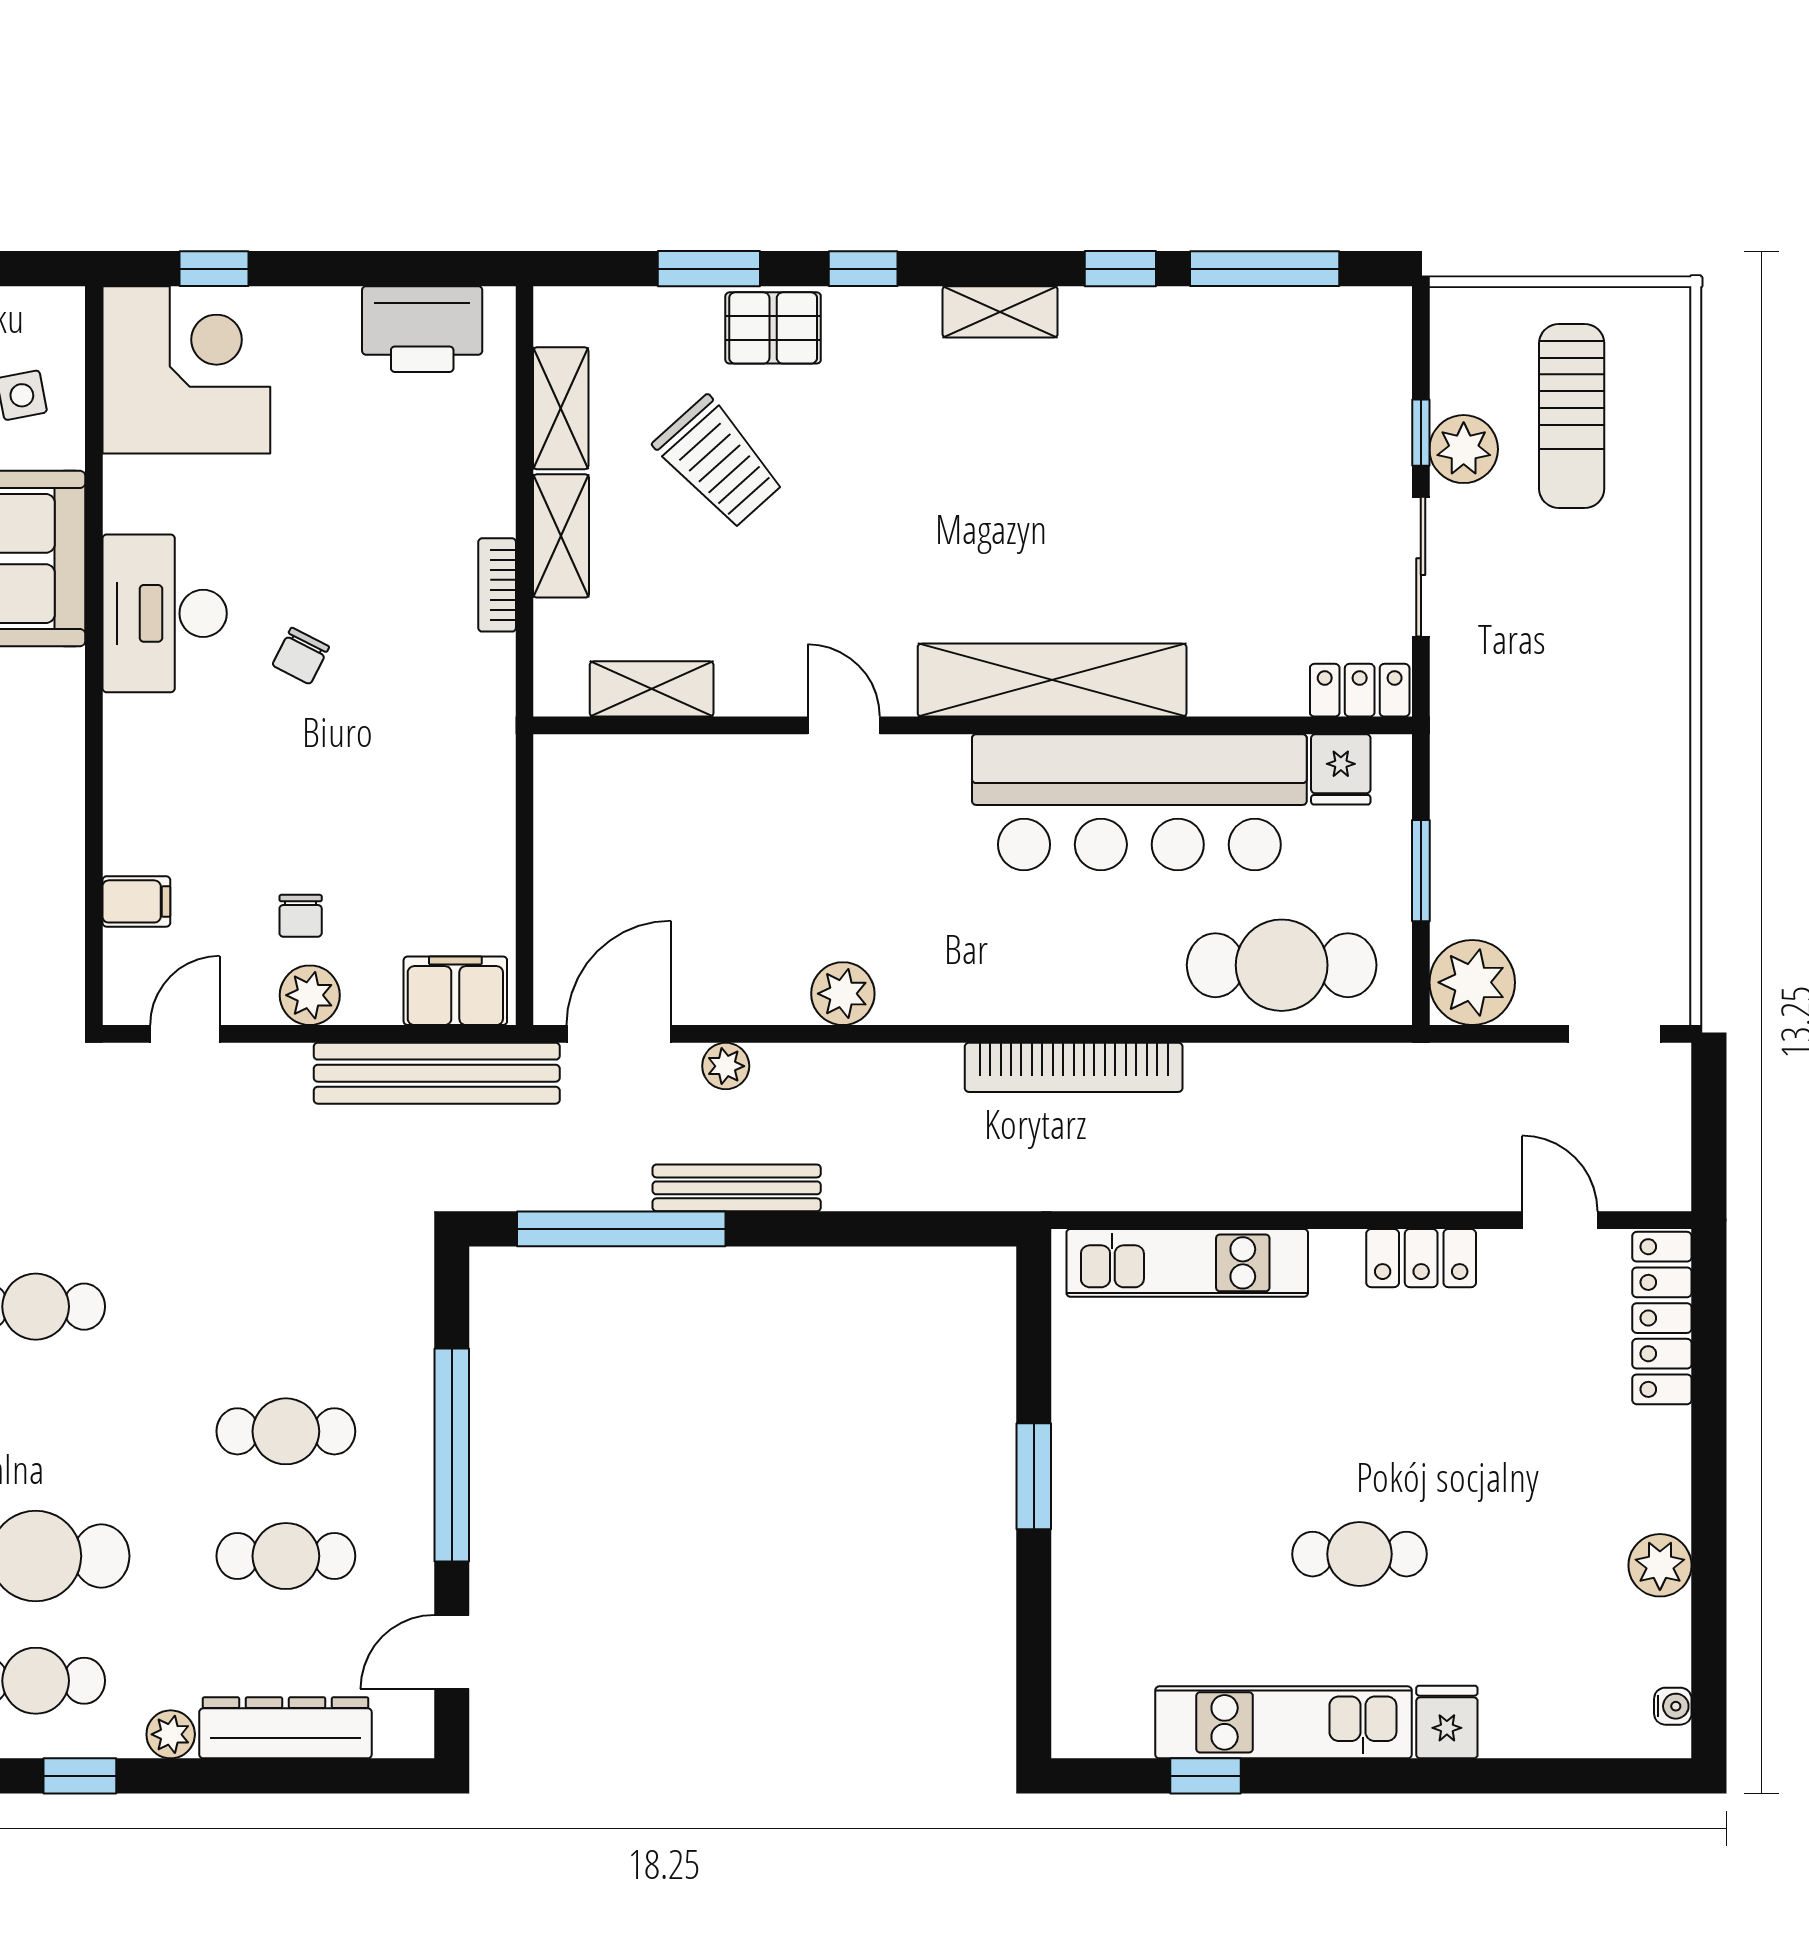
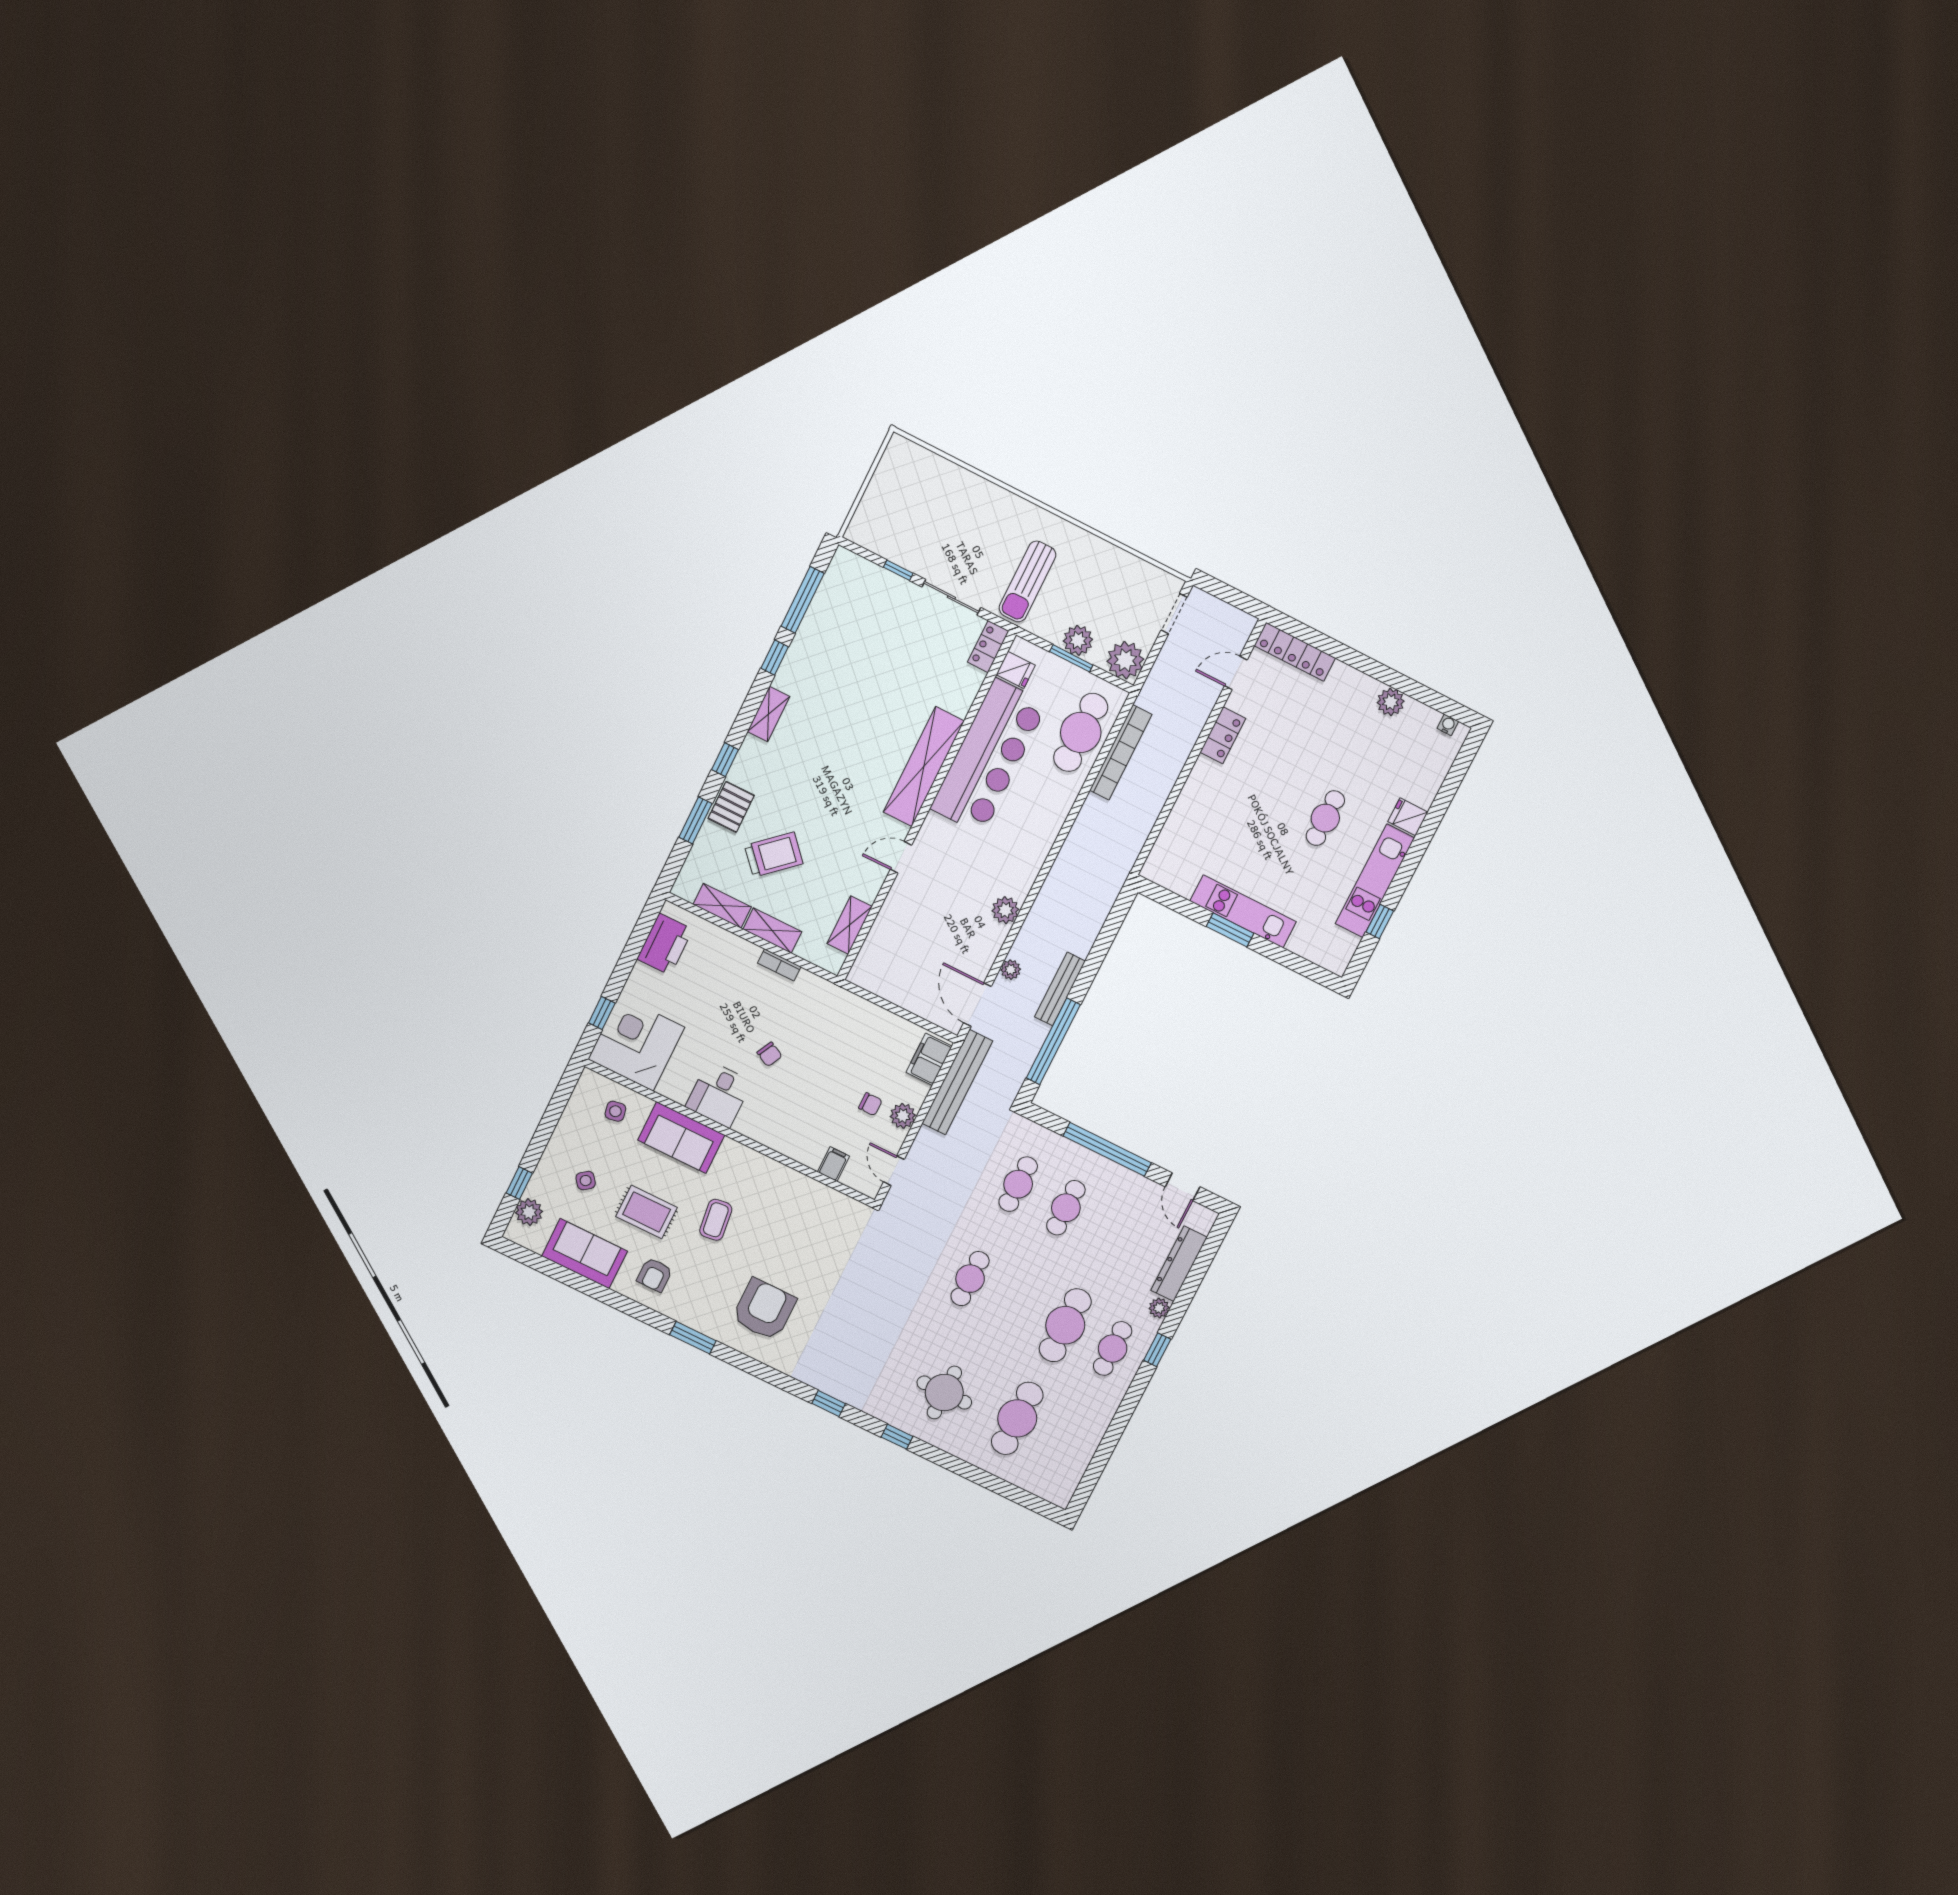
sun lounger: (1572, 416) -> (1027, 581), moved, turned 90
plant: (1464, 449) -> (1078, 640), moved
desk: (165, 613) -> (719, 1094), width x0.73
bookcase: (1074, 1067) -> (1121, 752), moved
kitchen unit: (1187, 1263) -> (1243, 911), moved, turned -90
cafe table: (286, 1556) -> (1018, 1184), moved

